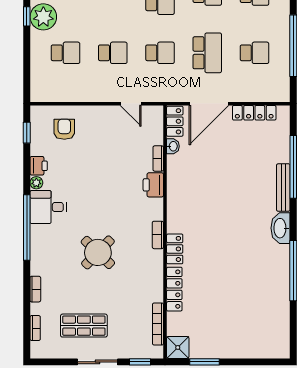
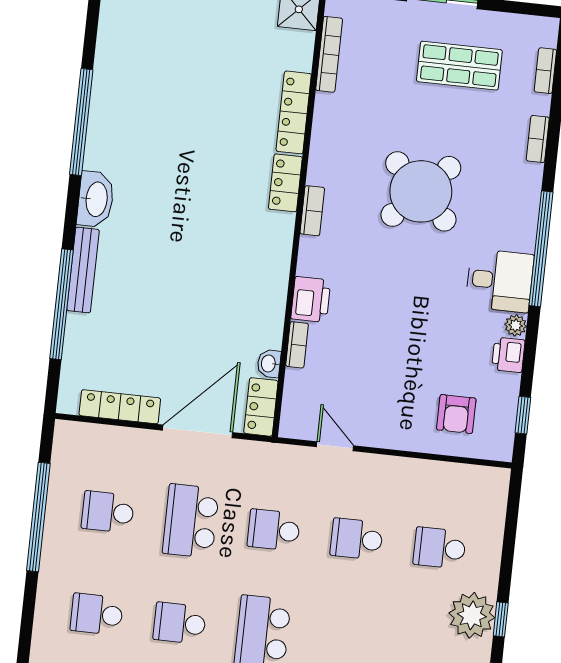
round table: (98, 252) -> (421, 191), width x1.36, depth x1.36

